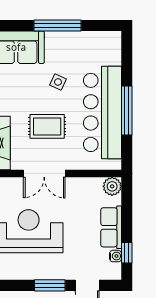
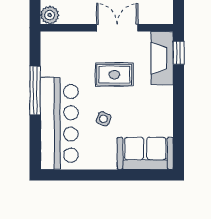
window: (57, 26) -> (104, 175), removed
bar counter: (102, 112) -> (59, 123), moved

